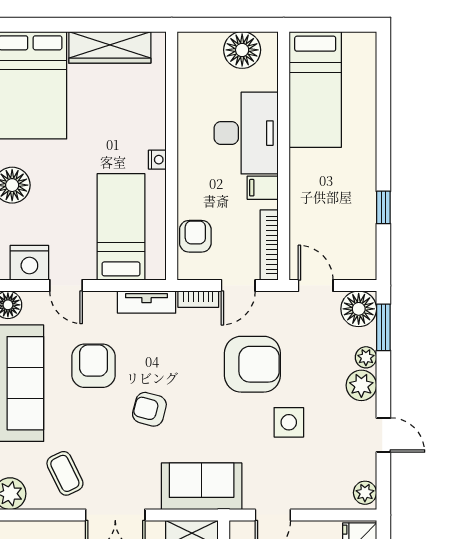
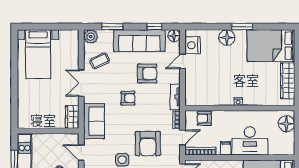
floor lamp: (242, 50) -> (287, 124), moved
bed: (121, 227) -> (208, 86), removed
armchair: (195, 236) -> (204, 118), turned 180
door: (238, 286) -> (183, 137), swing flipped
armchair: (149, 409) -> (128, 98), turned 75

